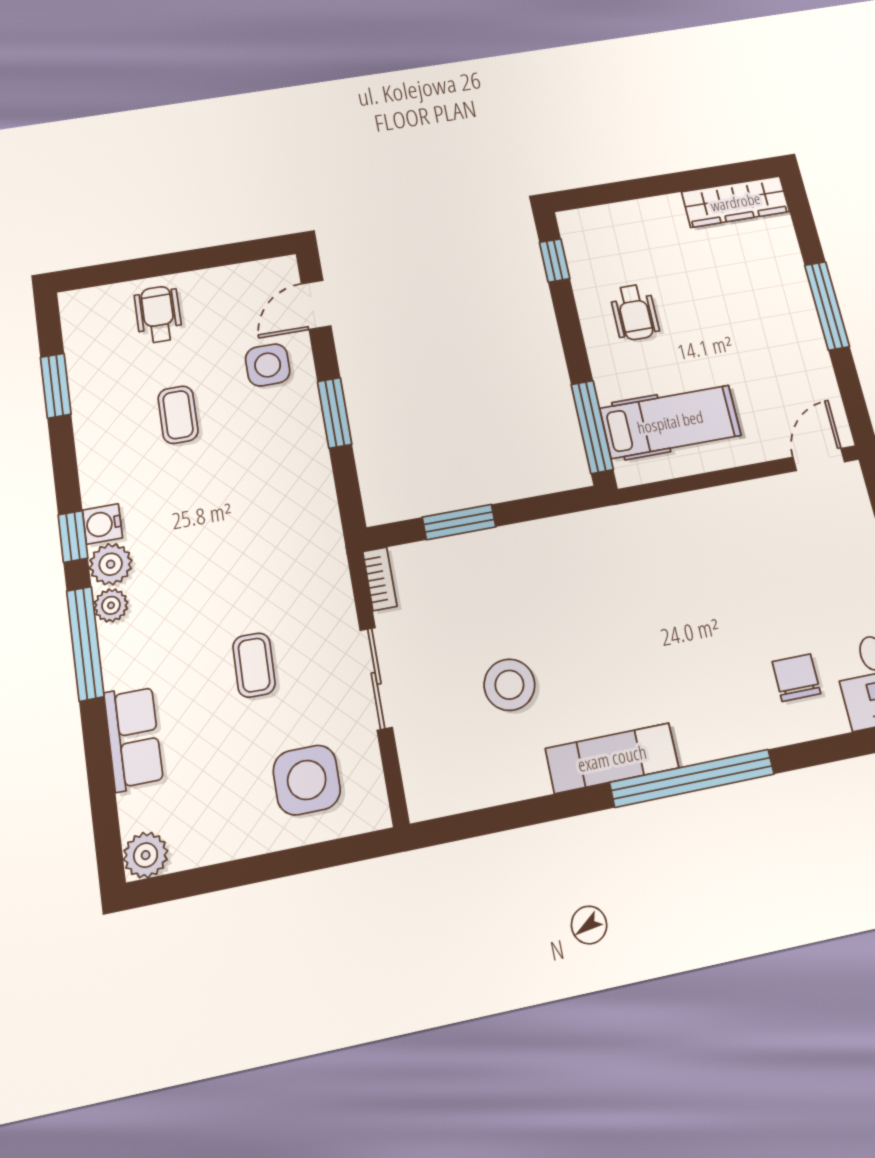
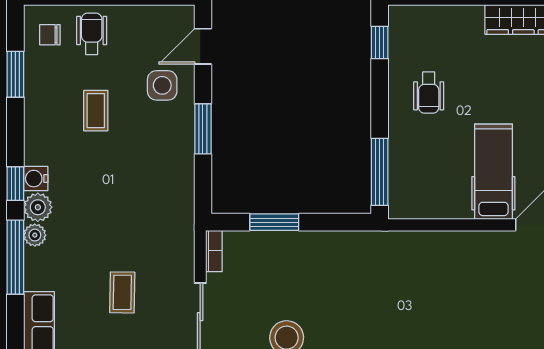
chair: (99, 325) -> (50, 35), added
hospital bed: (670, 422) -> (493, 172), moved, turned -90

